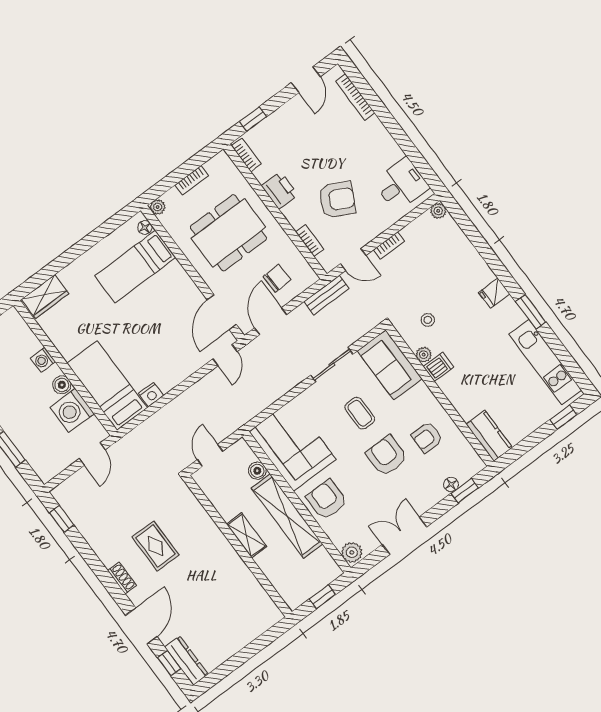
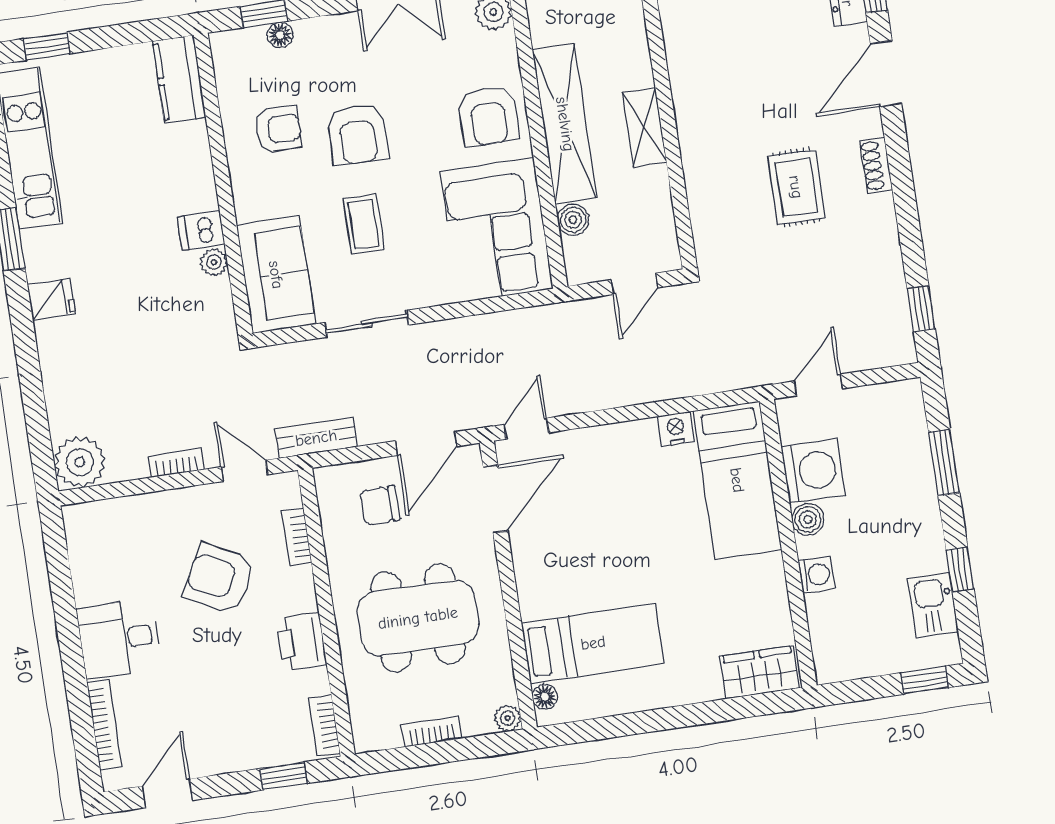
desk: (401, 185) -> (119, 639), moved
plant: (438, 211) -> (80, 462), width x1.87, depth x1.87
stool: (428, 320) -> (178, 313), removed

